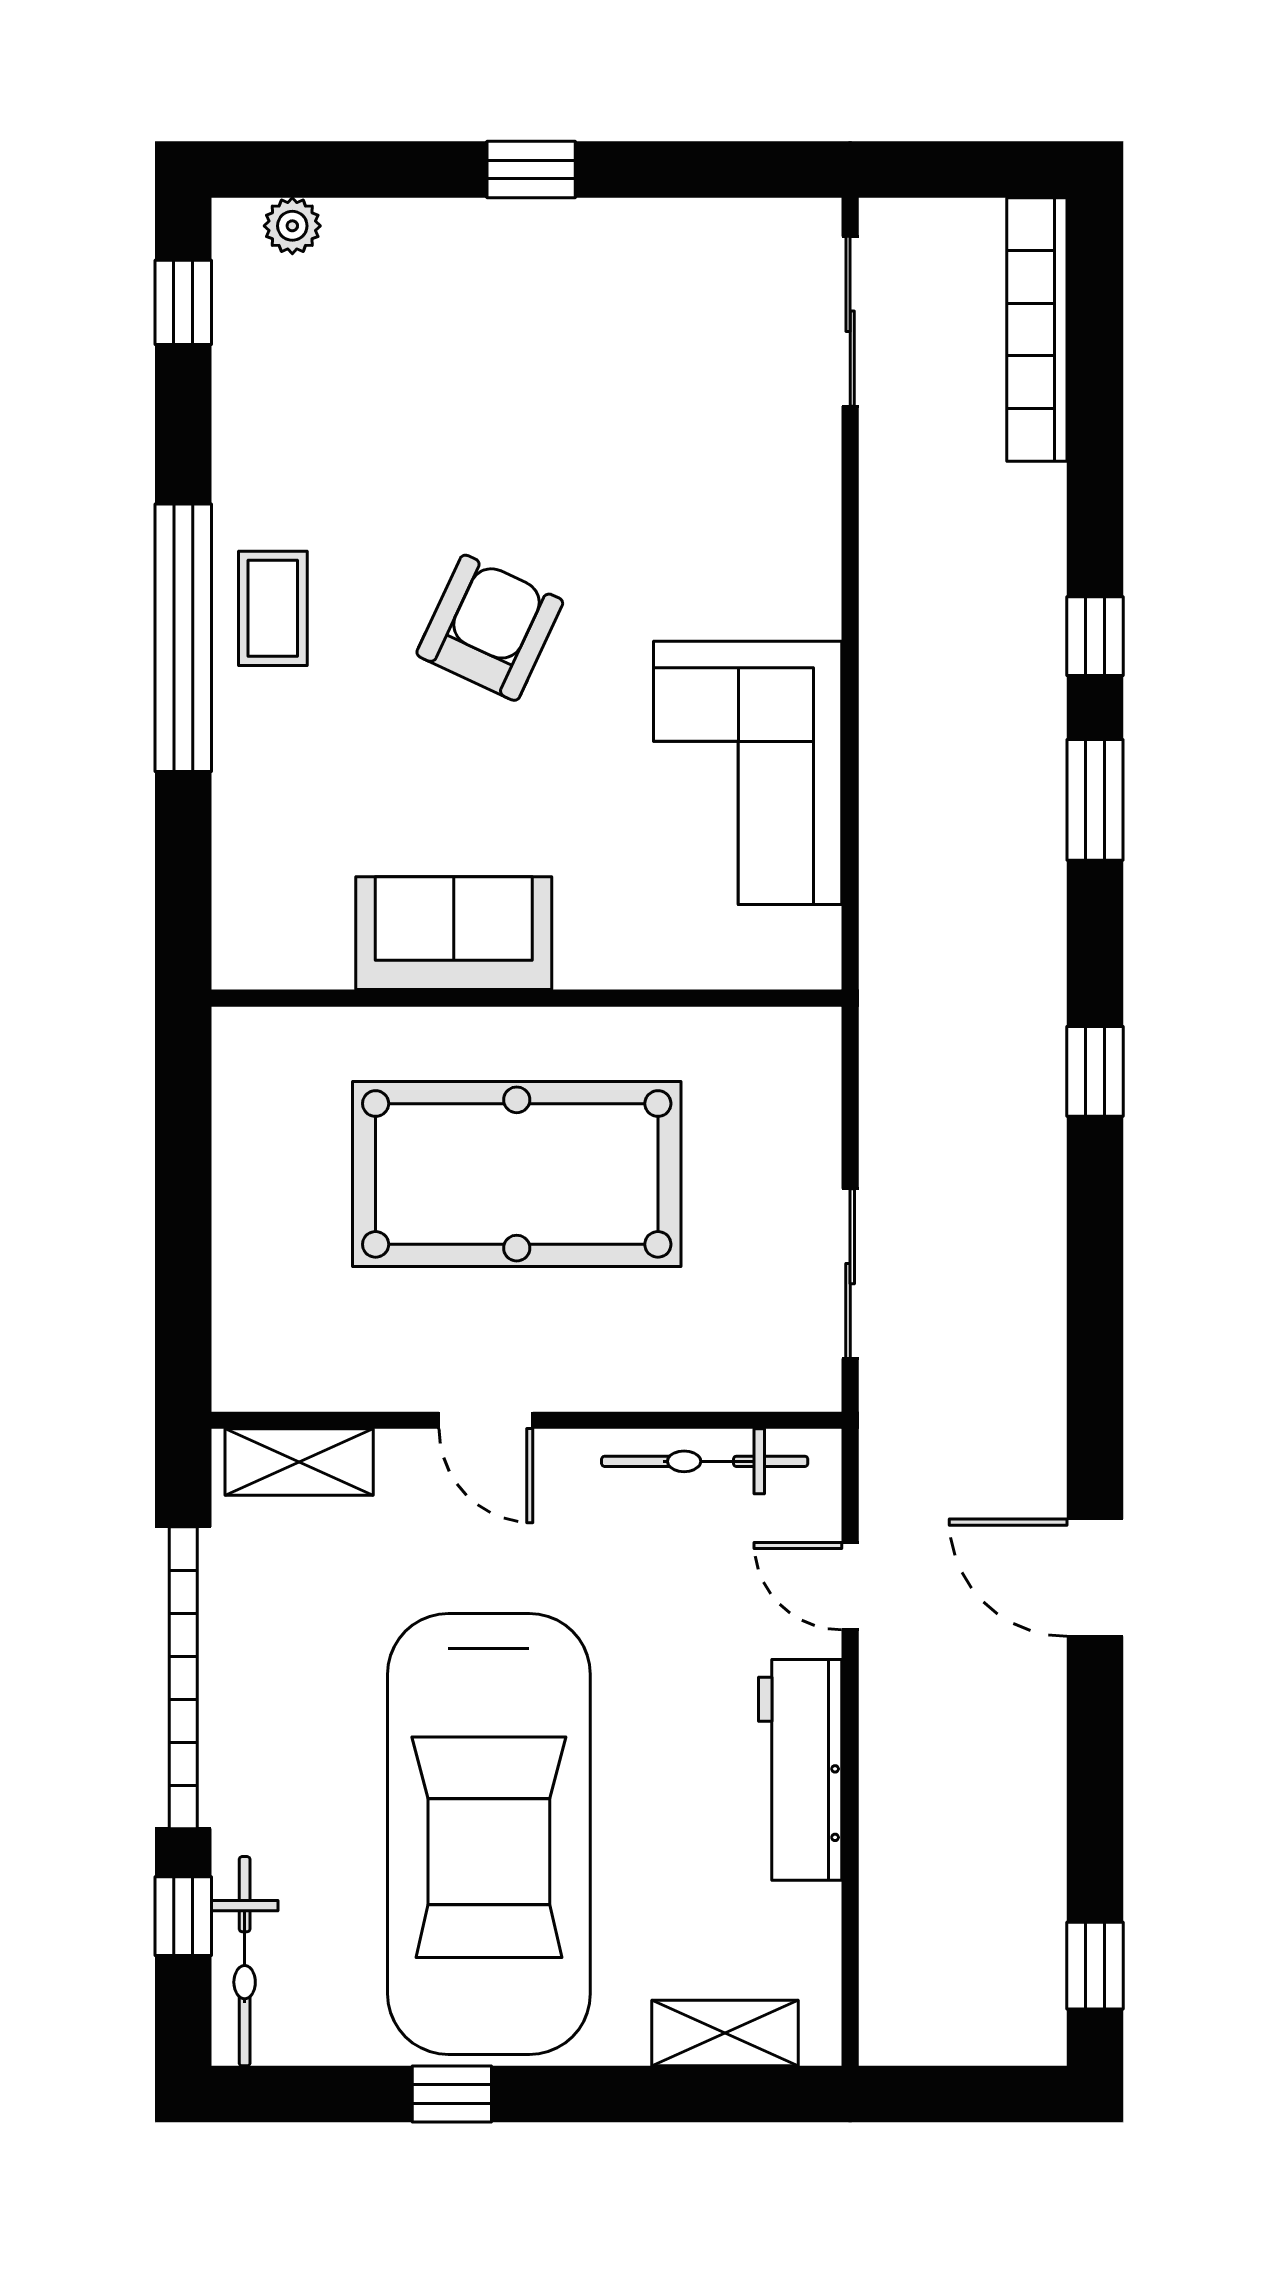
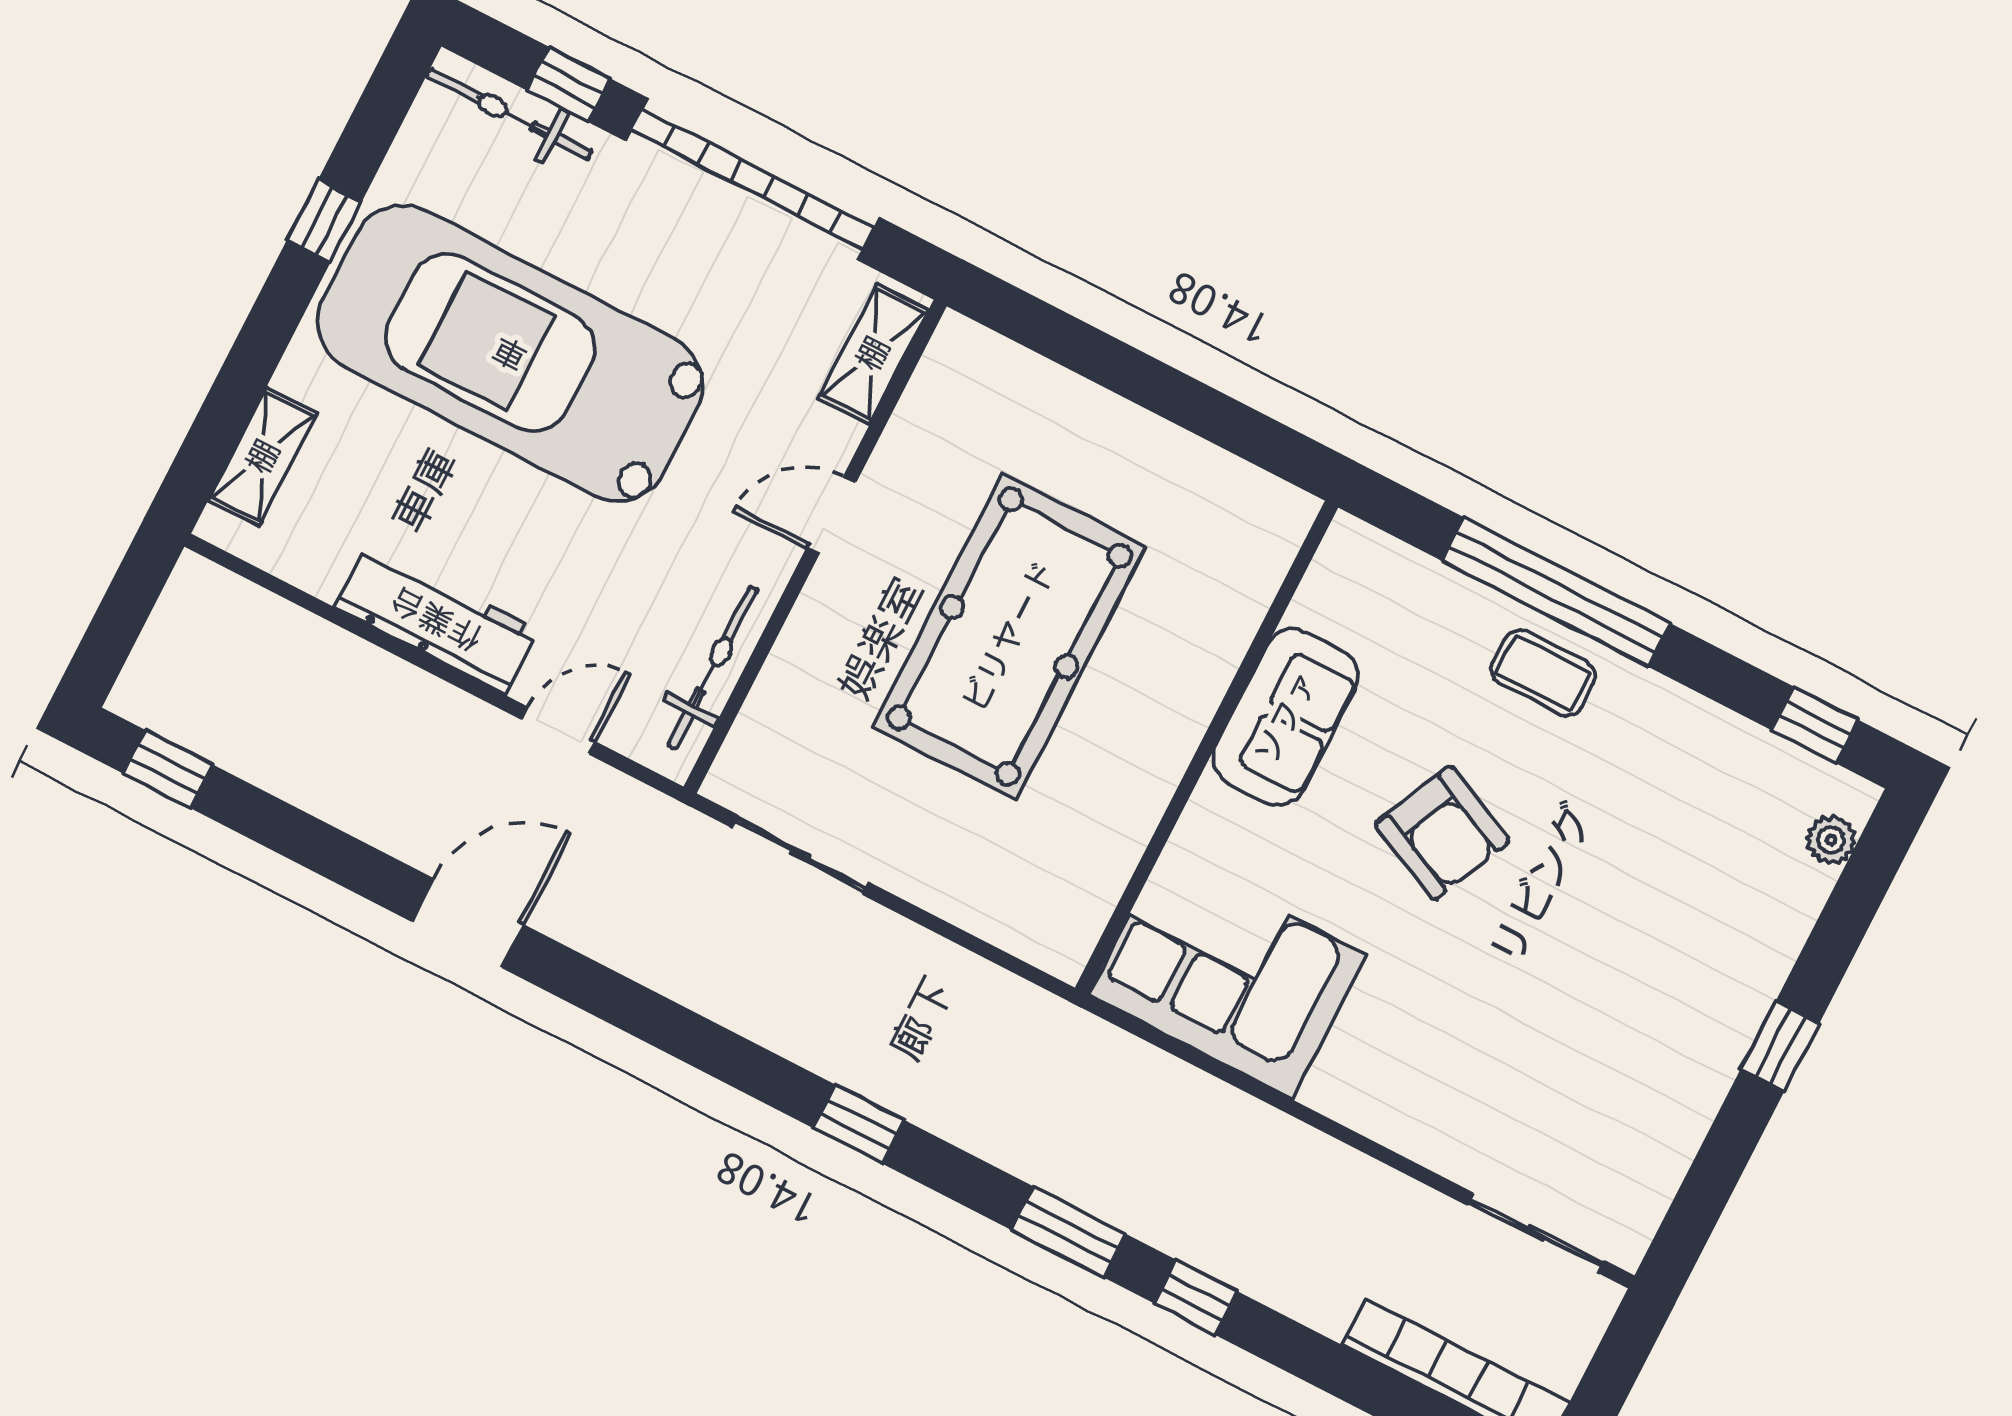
sofa: (454, 933) -> (1286, 717), moved
wall: (527, 998) -> (1206, 748), moved

